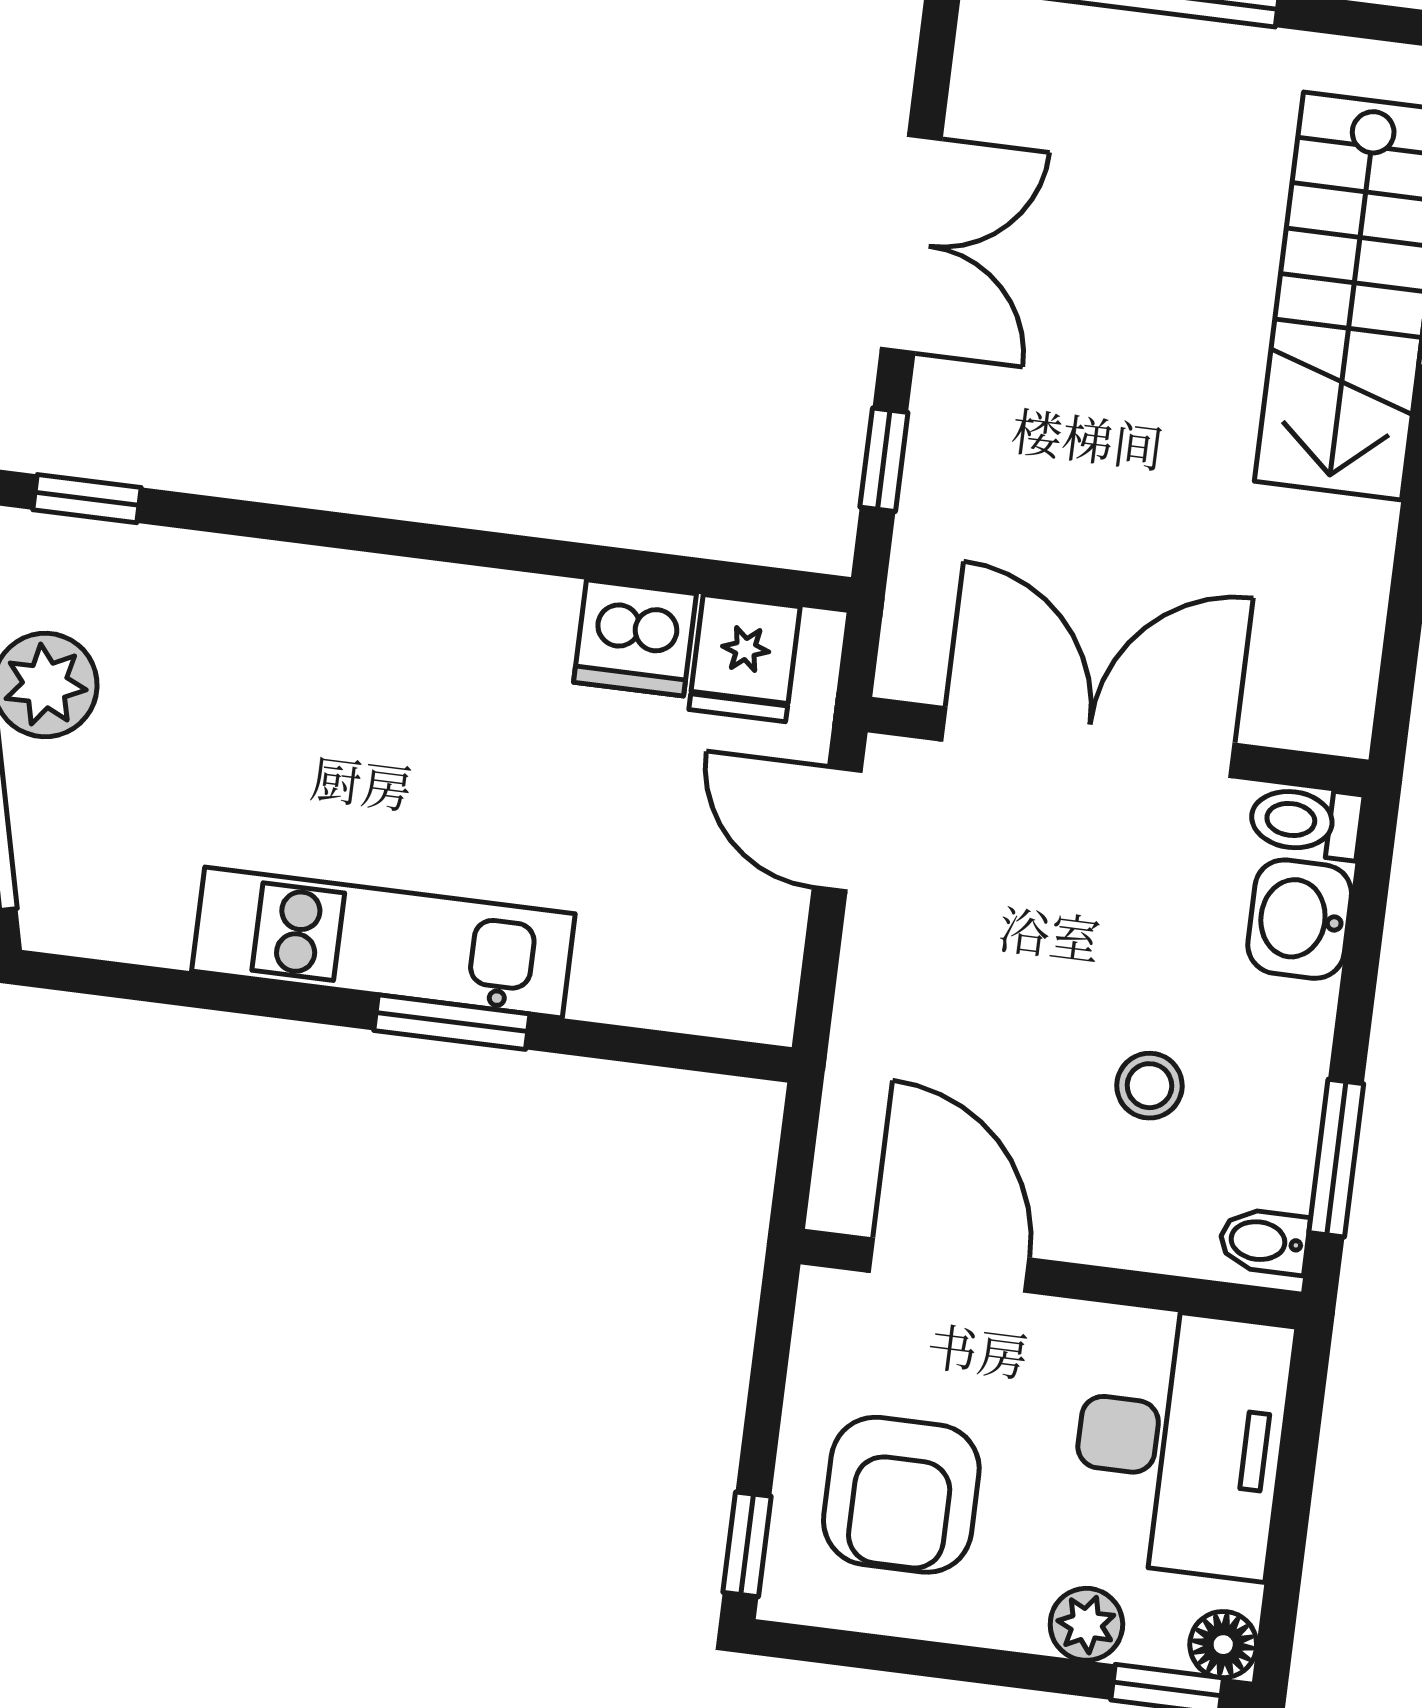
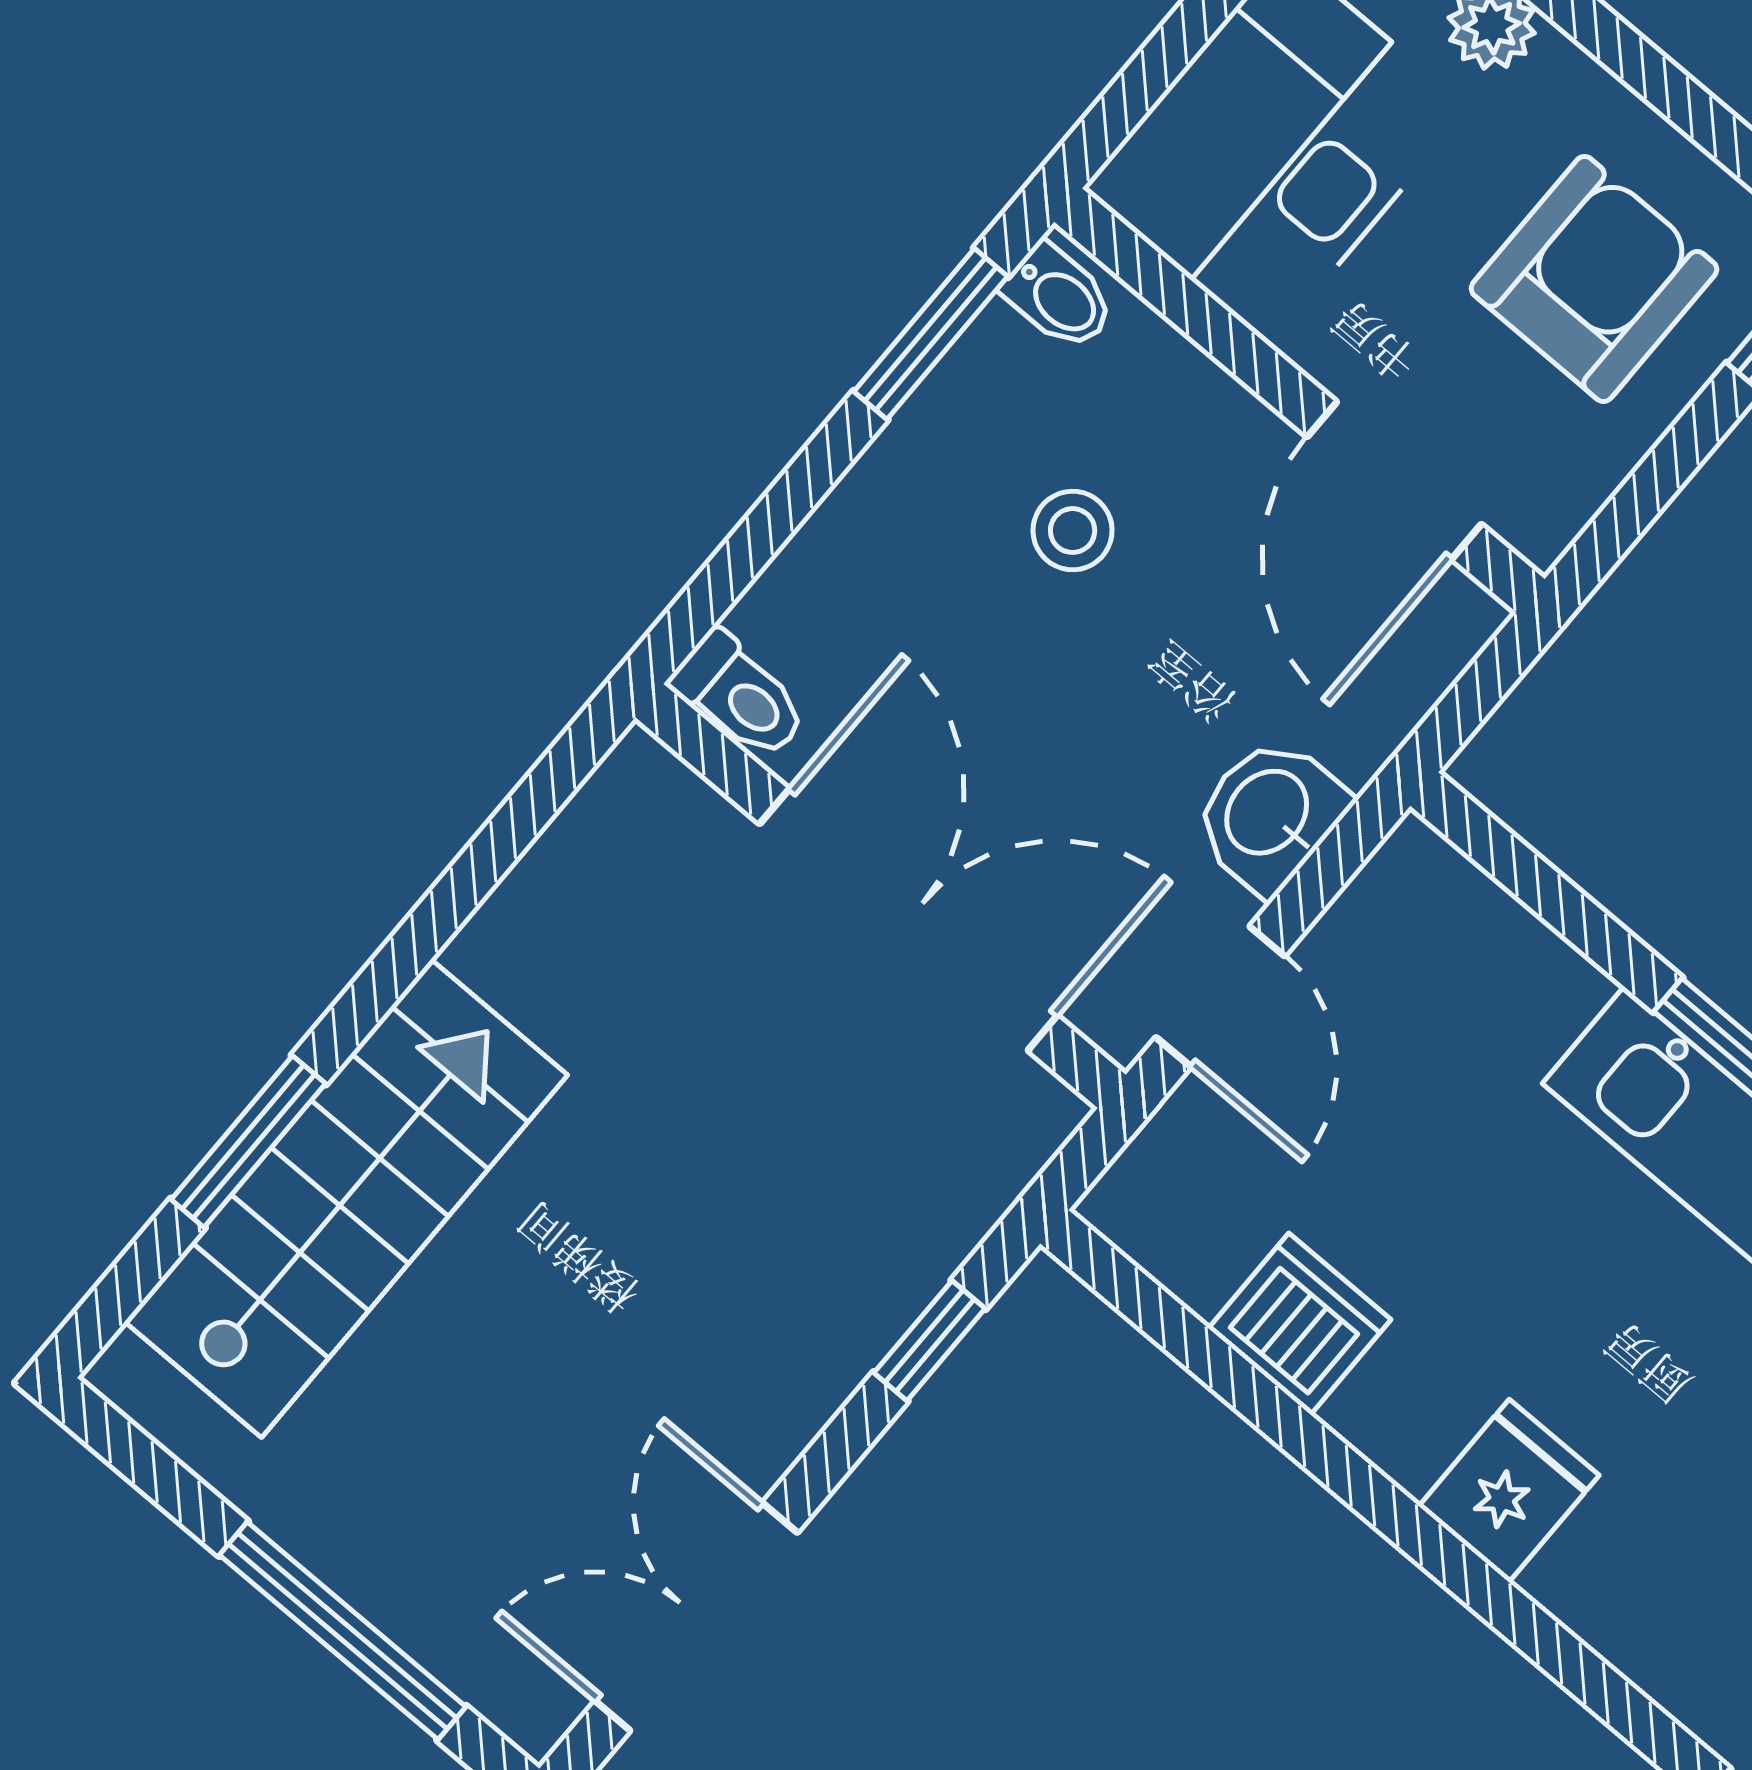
double door: (911, 244) -> (696, 1617), moved
fridge: (744, 658) -> (1509, 1491), moved
double door: (1088, 742) -> (909, 920), swing flipped
washbasin: (1300, 919) -> (1269, 814), moved, turned 180

